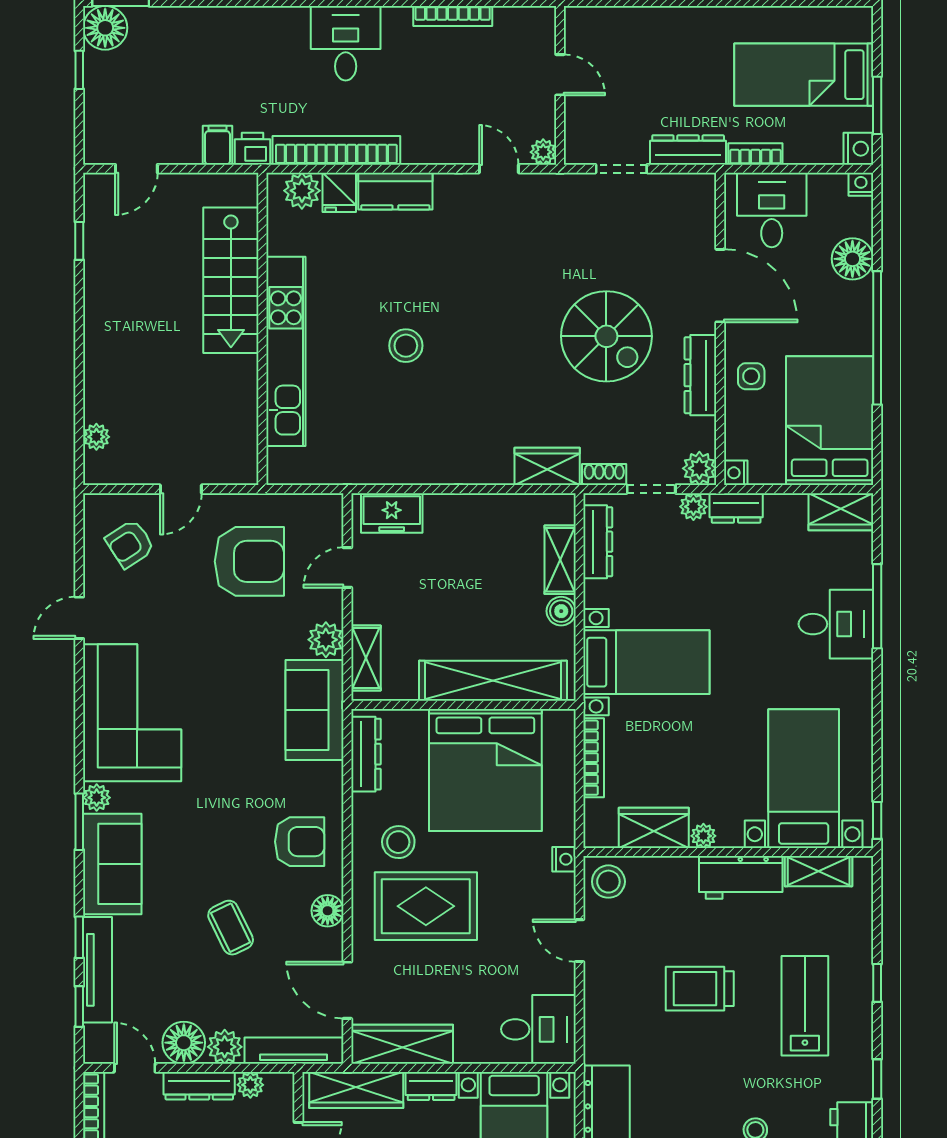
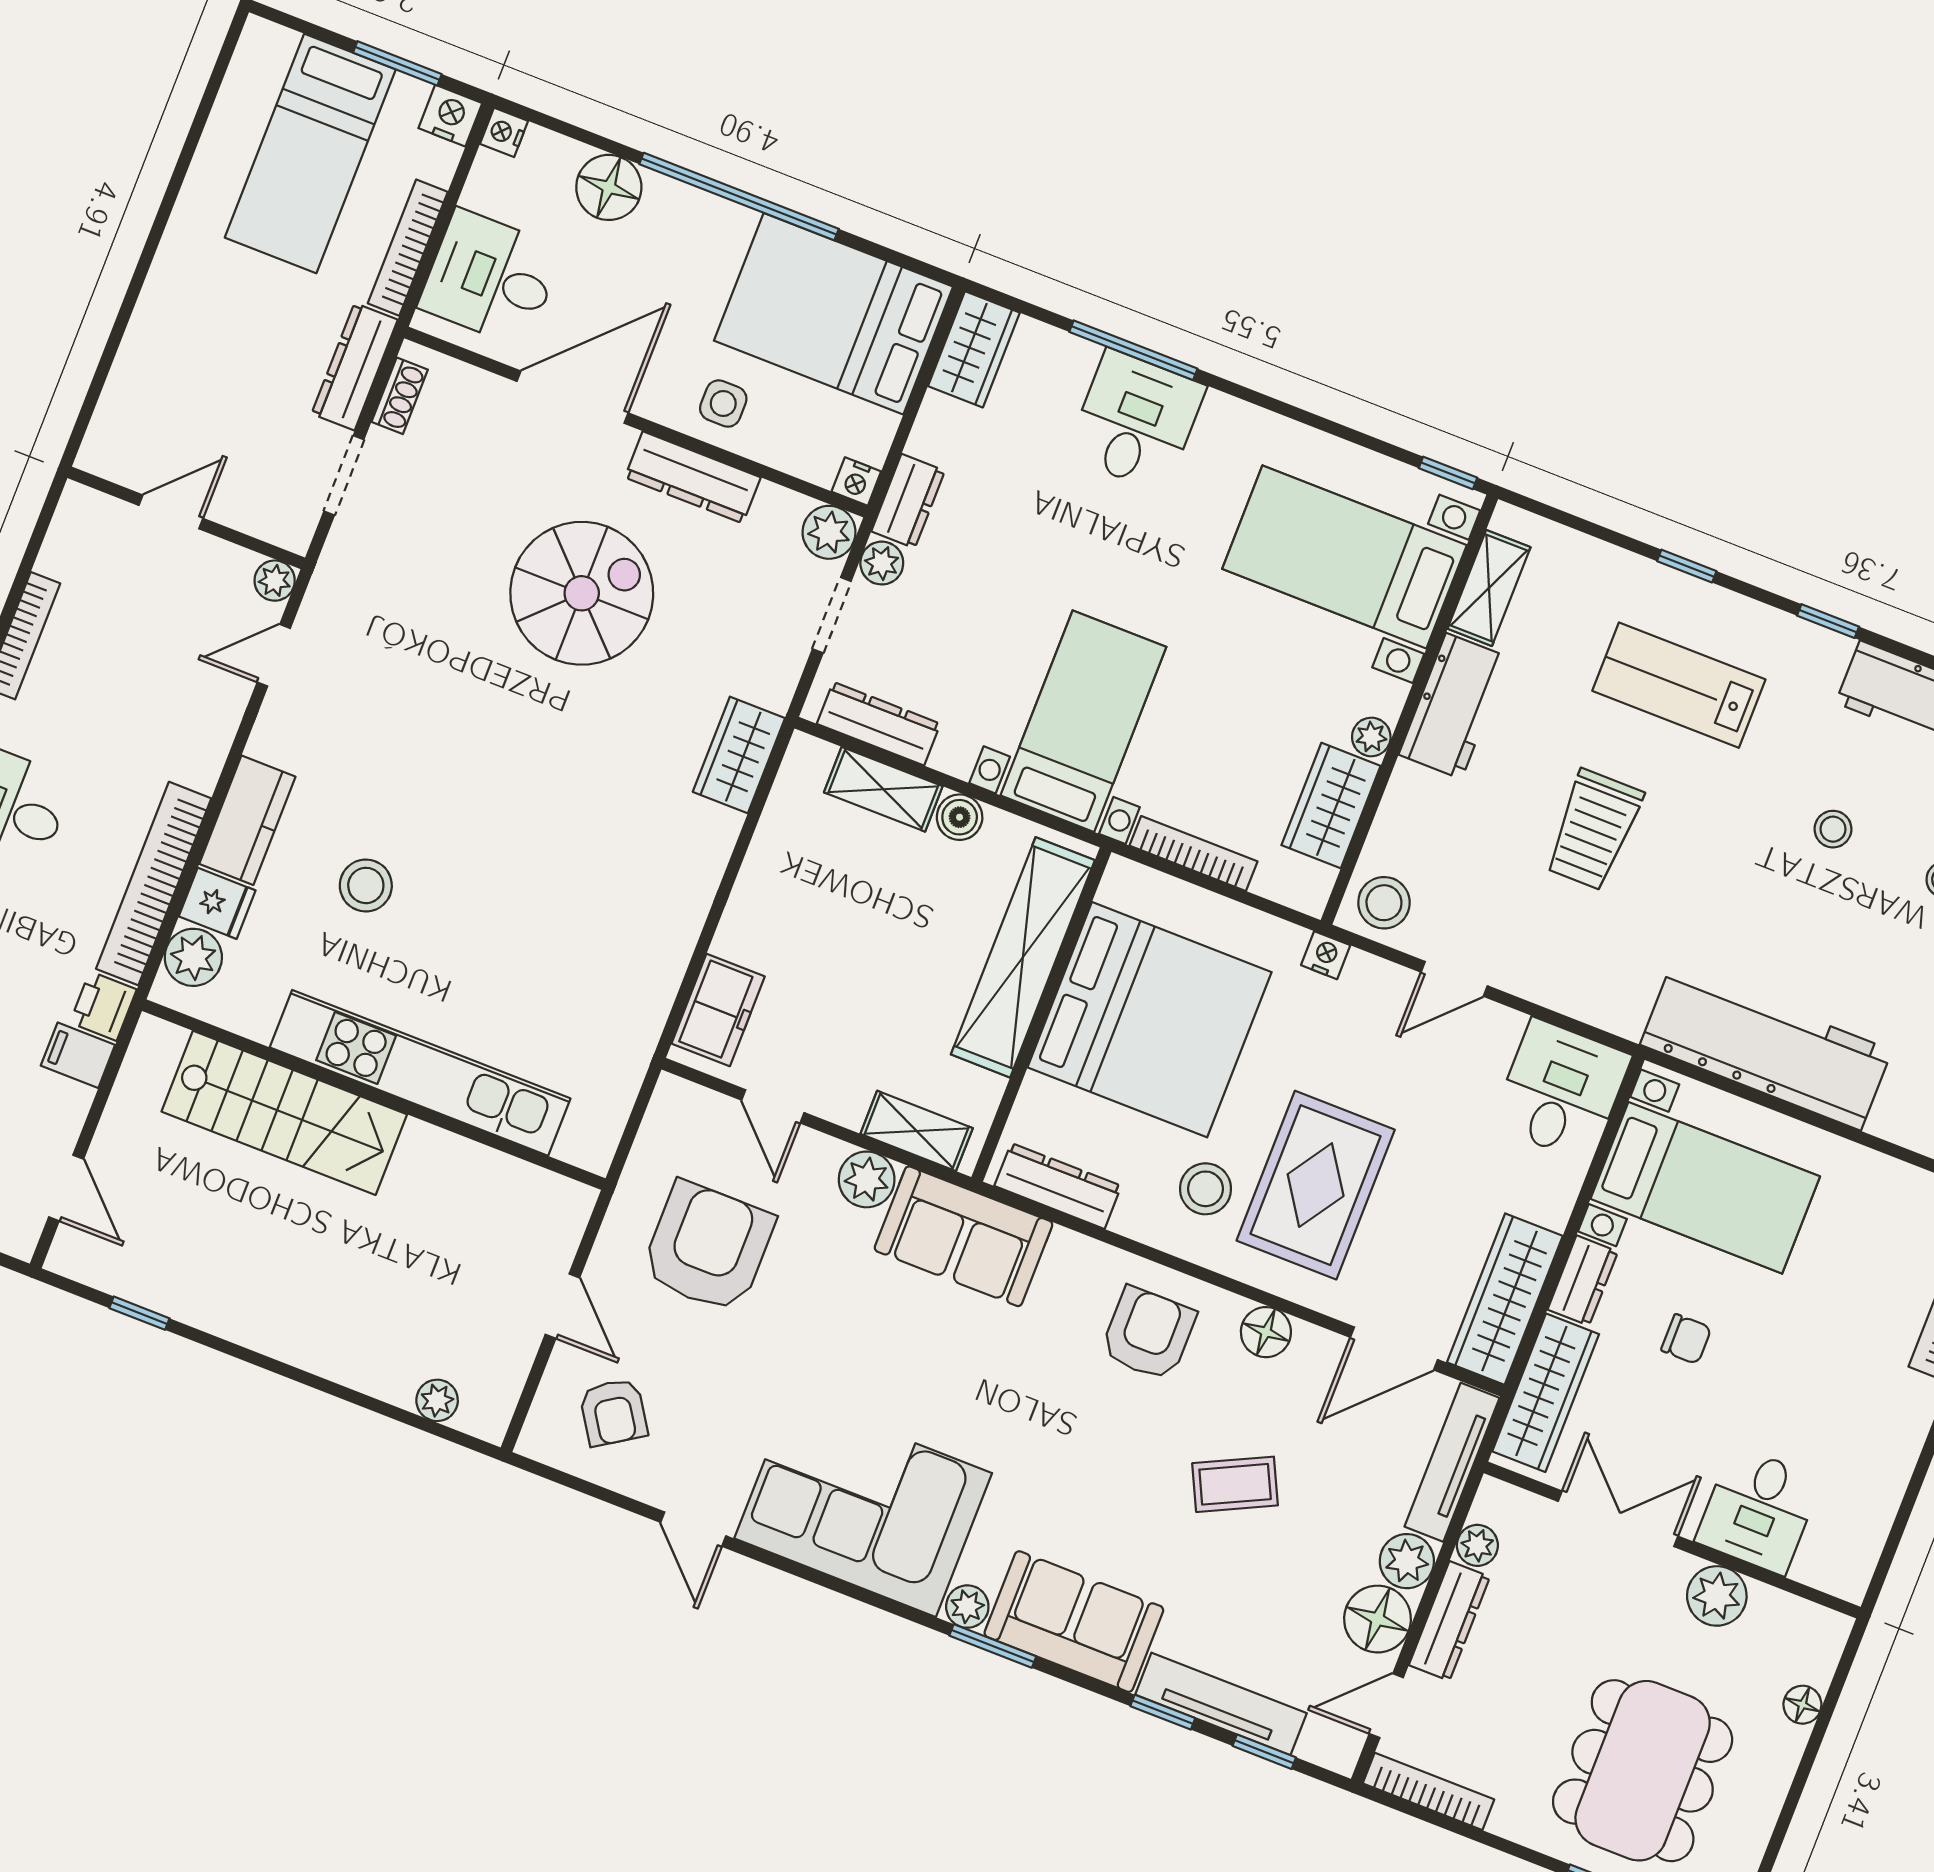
bookcase: (755, 154) -> (408, 248), width x1.56
stool: (406, 346) -> (366, 885), moved
shoe rack: (604, 475) -> (400, 396), moved, turned 180

